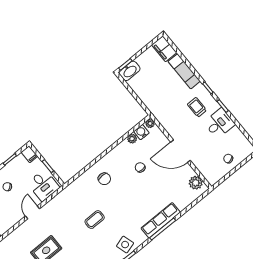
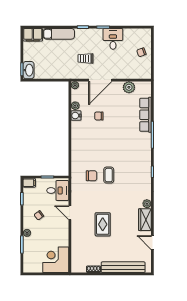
trolley: (197, 107) -> (86, 58), moved
water cooler: (141, 132) -> (76, 116), moved
door: (180, 151) -> (100, 80), moved
chair: (104, 179) -> (91, 176), moved
plant: (196, 183) -> (129, 87), moved
row of seats: (161, 220) -> (145, 115), moved
side table: (125, 245) -> (142, 168), removed

